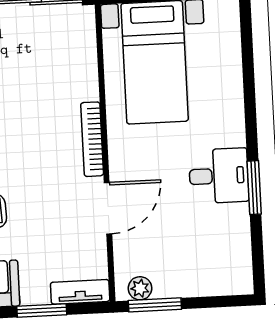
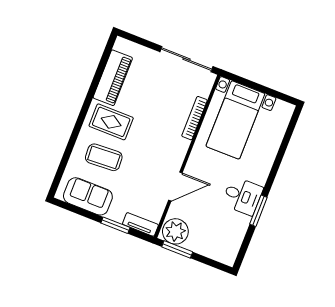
bookcase: (92, 139) -> (194, 118), moved
plant: (140, 288) -> (175, 231), width x1.88, depth x1.88

